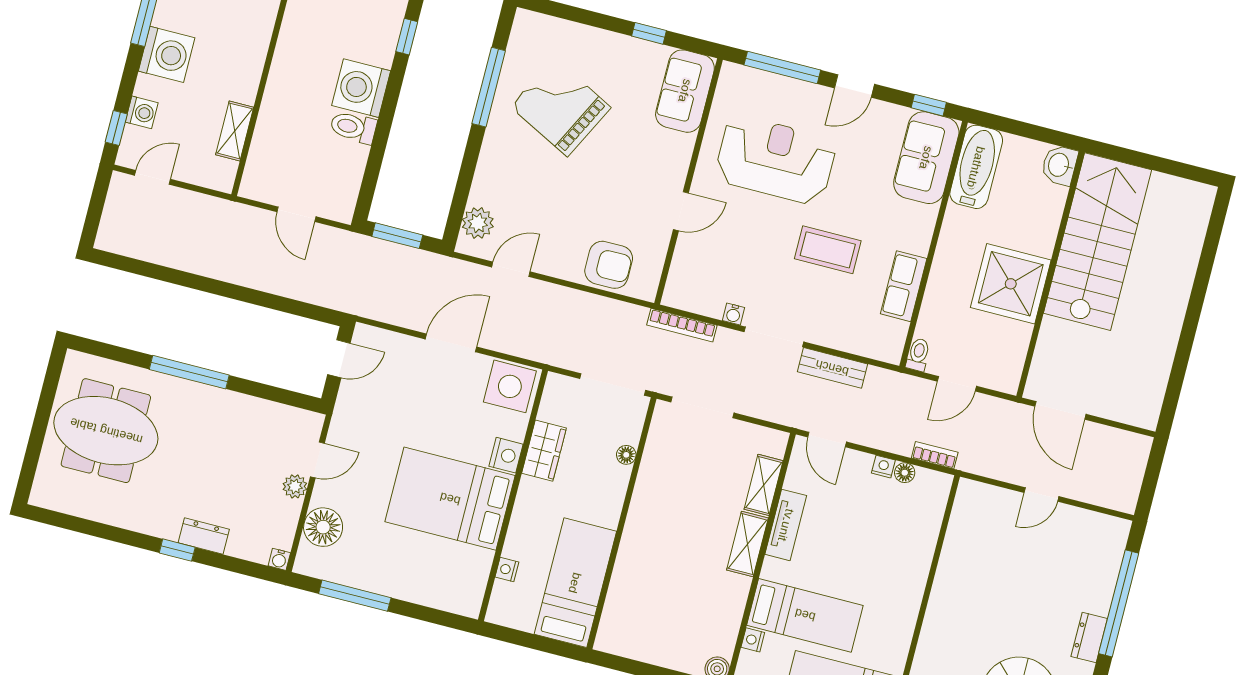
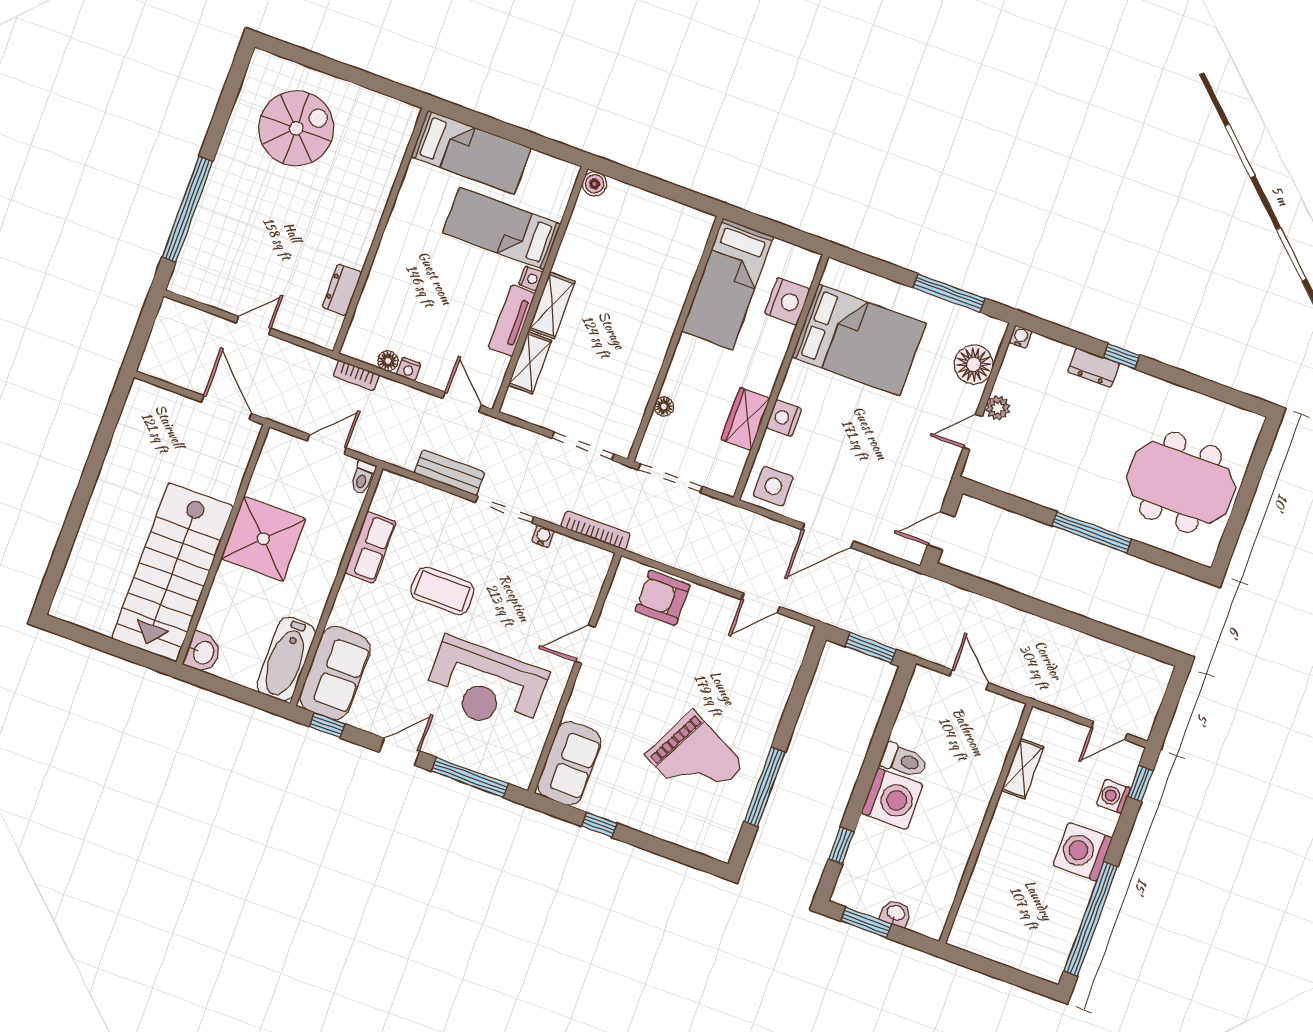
plant: (478, 223) -> (789, 653), removed
side table: (510, 386) -> (773, 486), width x0.73, depth x0.73
bed: (450, 499) -> (859, 340), moved
nightstand: (507, 570) -> (787, 301), width x1.89, depth x1.79
dresser: (1089, 637) -> (342, 290), moved, turned 180
nightstand: (753, 640) -> (531, 278), moved

